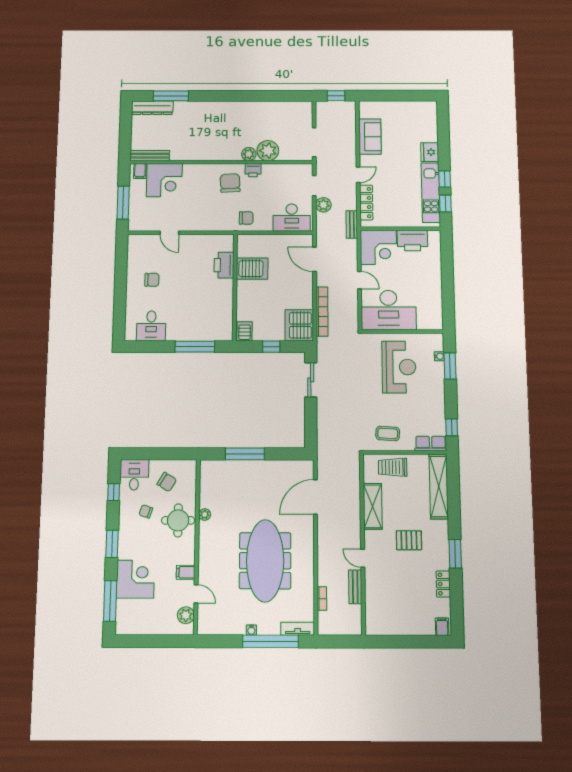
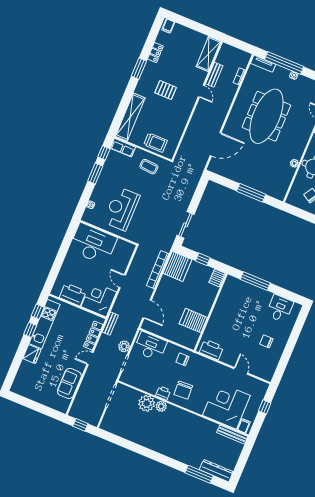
corner desk: (164, 180) -> (226, 405), width x1.36, depth x1.36
window: (123, 203) -> (265, 407), width x0.46
printer: (224, 265) -> (211, 350), moved, turned -90
desk: (389, 310) -> (93, 244), moved
window: (450, 366) -> (95, 173), moved
shelving: (373, 506) -> (208, 54), moved

